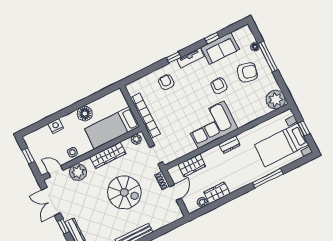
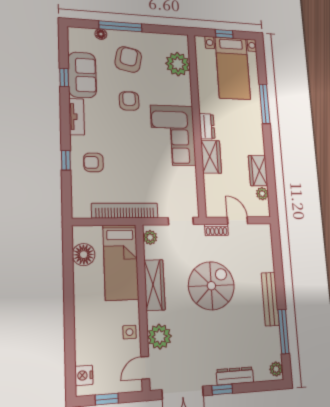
window: (174, 57) -> (66, 160), moved
armchair: (219, 86) -> (129, 101), turned 90
plant: (276, 100) -> (178, 64), moved
floor lamp: (85, 114) -> (84, 255), moved
nightstand: (56, 126) -> (84, 375), moved
wardrobe: (192, 165) -> (211, 157), moved

